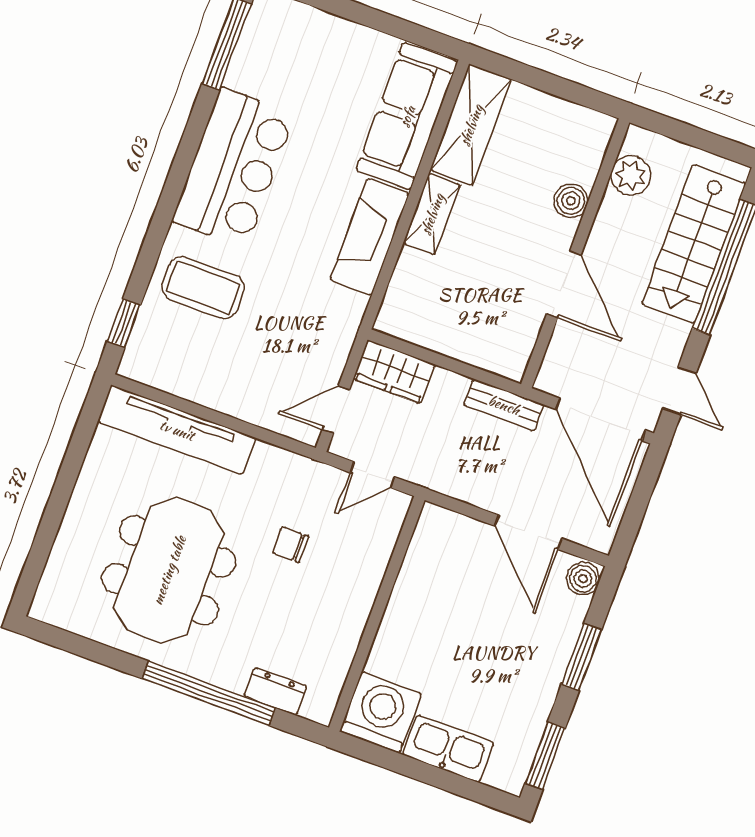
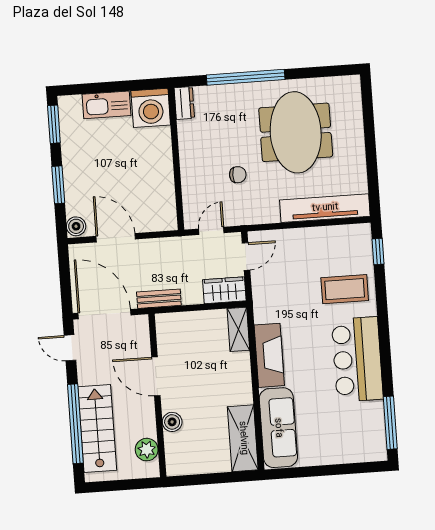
shelving: (432, 214) -> (238, 329), moved
dresser: (275, 691) -> (184, 103), moved, turned -90

